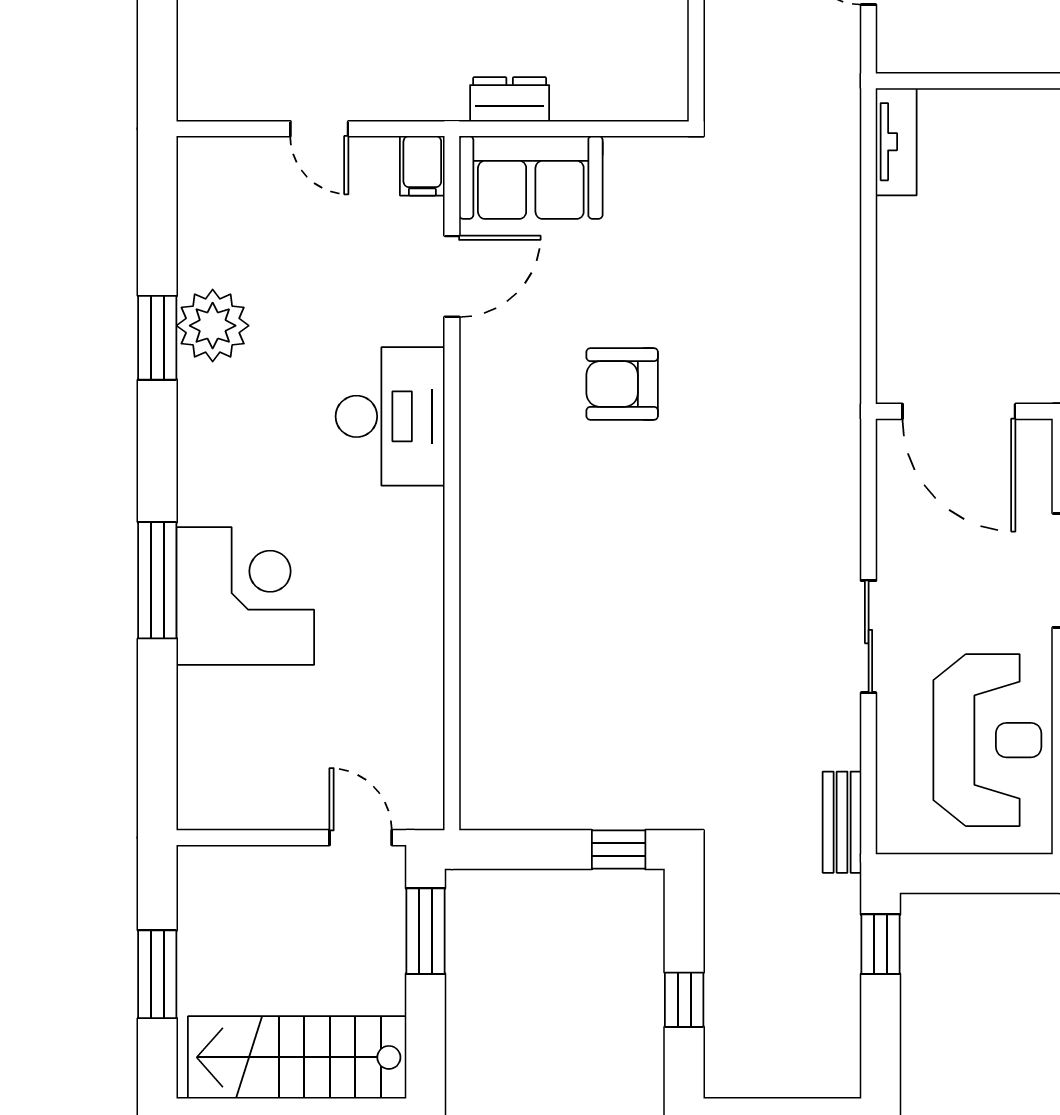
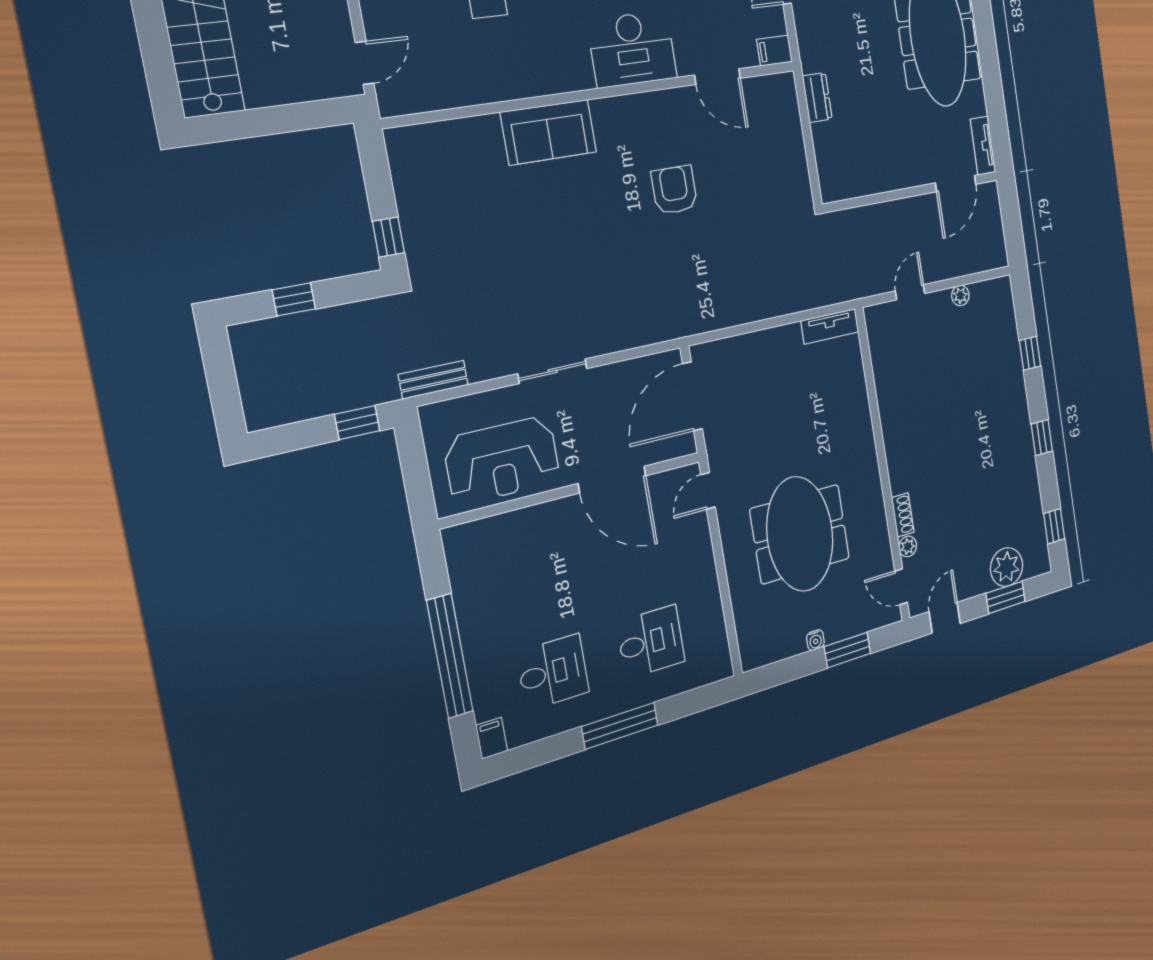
sofa: (531, 177) -> (549, 132), moved, turned -90
window: (426, 931) -> (308, 116), removed

